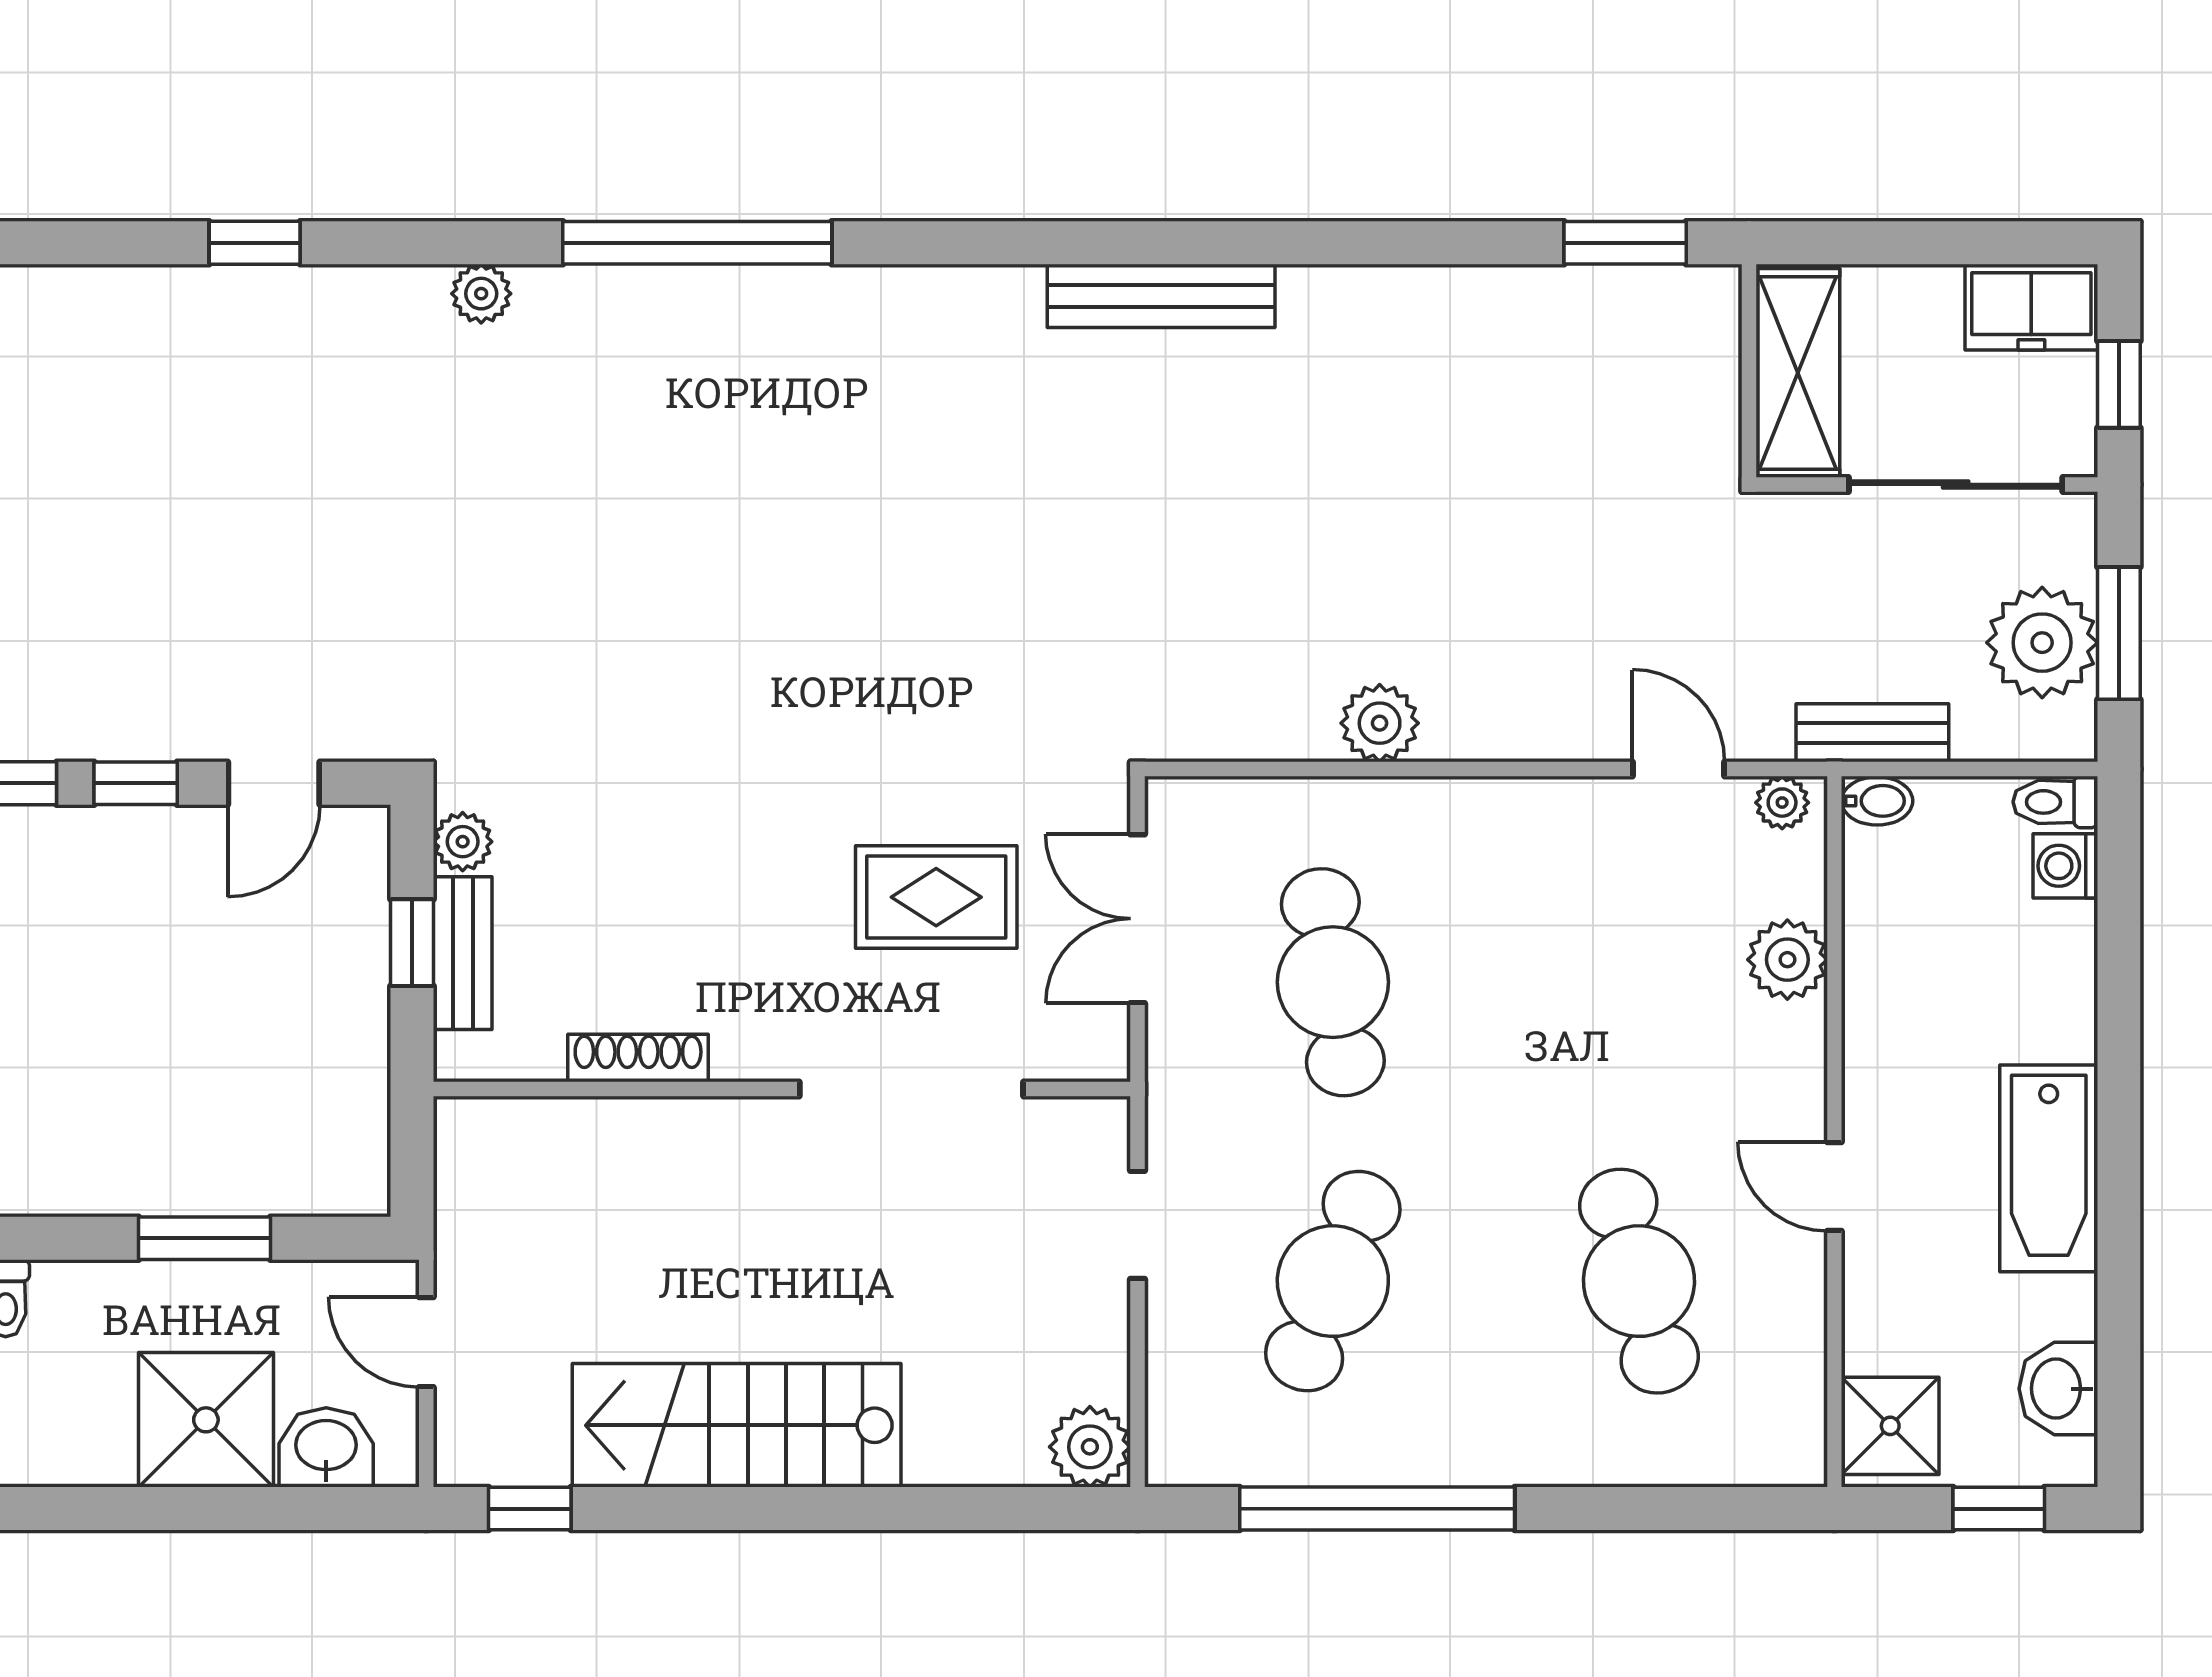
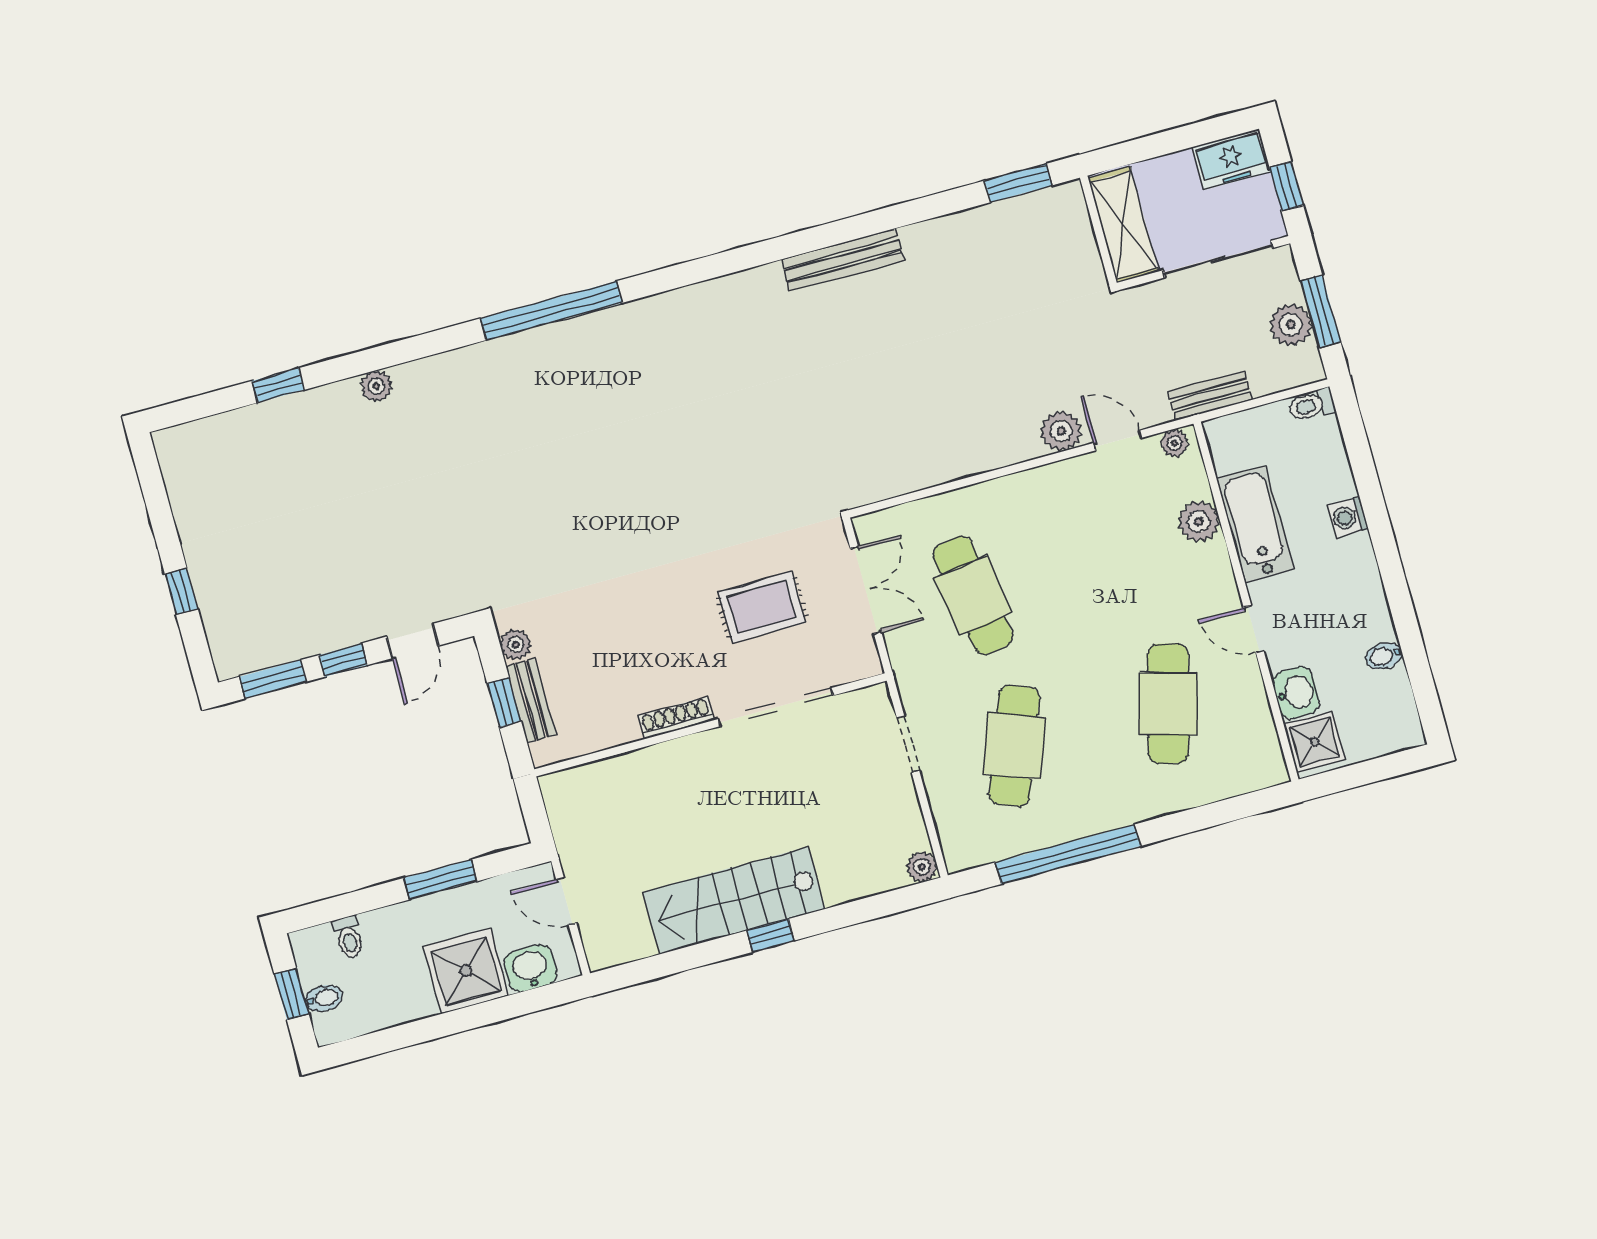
window: (255, 243) -> (278, 385), moved
plant: (481, 294) -> (376, 386), moved
bench: (1161, 296) -> (843, 260), moved
plant: (2042, 643) -> (1291, 325), width x0.73, depth x0.73
plant: (1380, 723) -> (1061, 431), moved
bidet: (1877, 801) -> (1384, 656), moved, turned 180
washing machine: (2065, 866) -> (1348, 517), moved
double door: (1137, 919) -> (866, 590), swing flipped
shoe rack: (638, 1058) -> (676, 718), moved
bathtub: (2049, 1168) -> (1255, 524), moved, turned 180
cafe table: (1639, 1281) -> (1168, 704), turned 30
washbasin: (2058, 1389) -> (1296, 693), moved, turned 180
plant: (1090, 1447) -> (922, 867), width x0.73, depth x0.73
window: (530, 1509) -> (770, 936), moved
window: (1999, 1509) -> (1381, 769), removed

